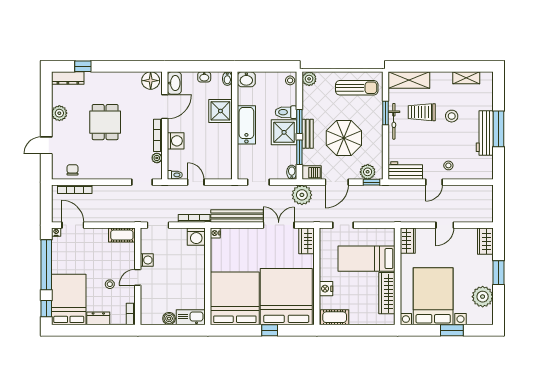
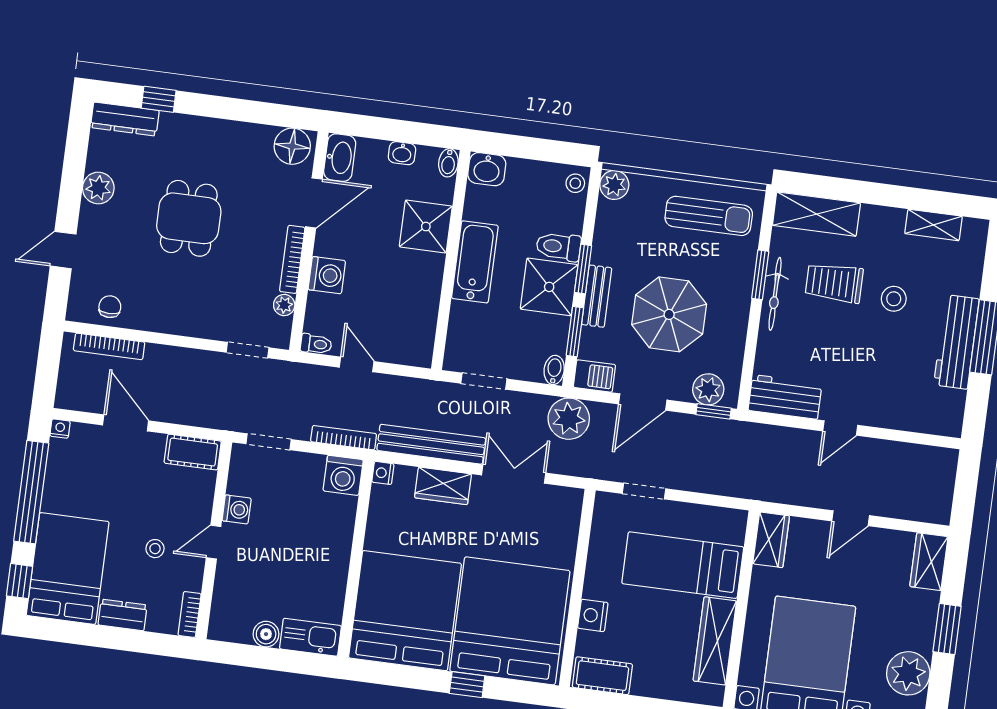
stool: (448, 165) -> (874, 398), removed
door: (73, 225) -> (126, 423), moved
wardrobe: (307, 241) -> (443, 486), moved, turned -90

